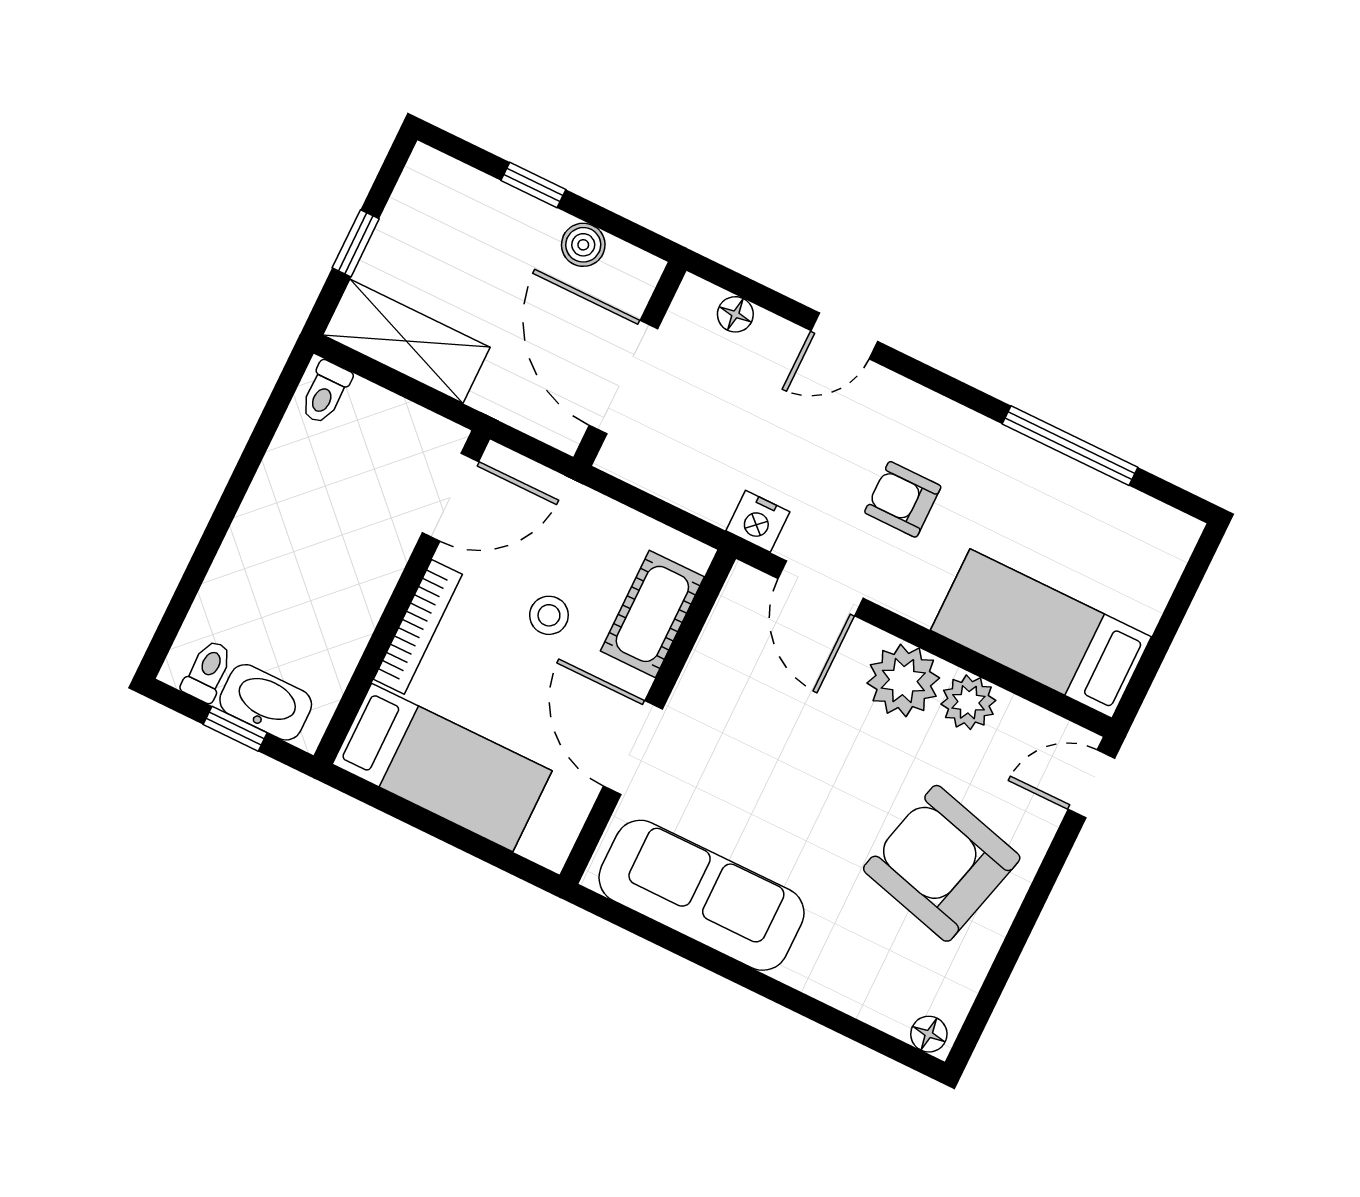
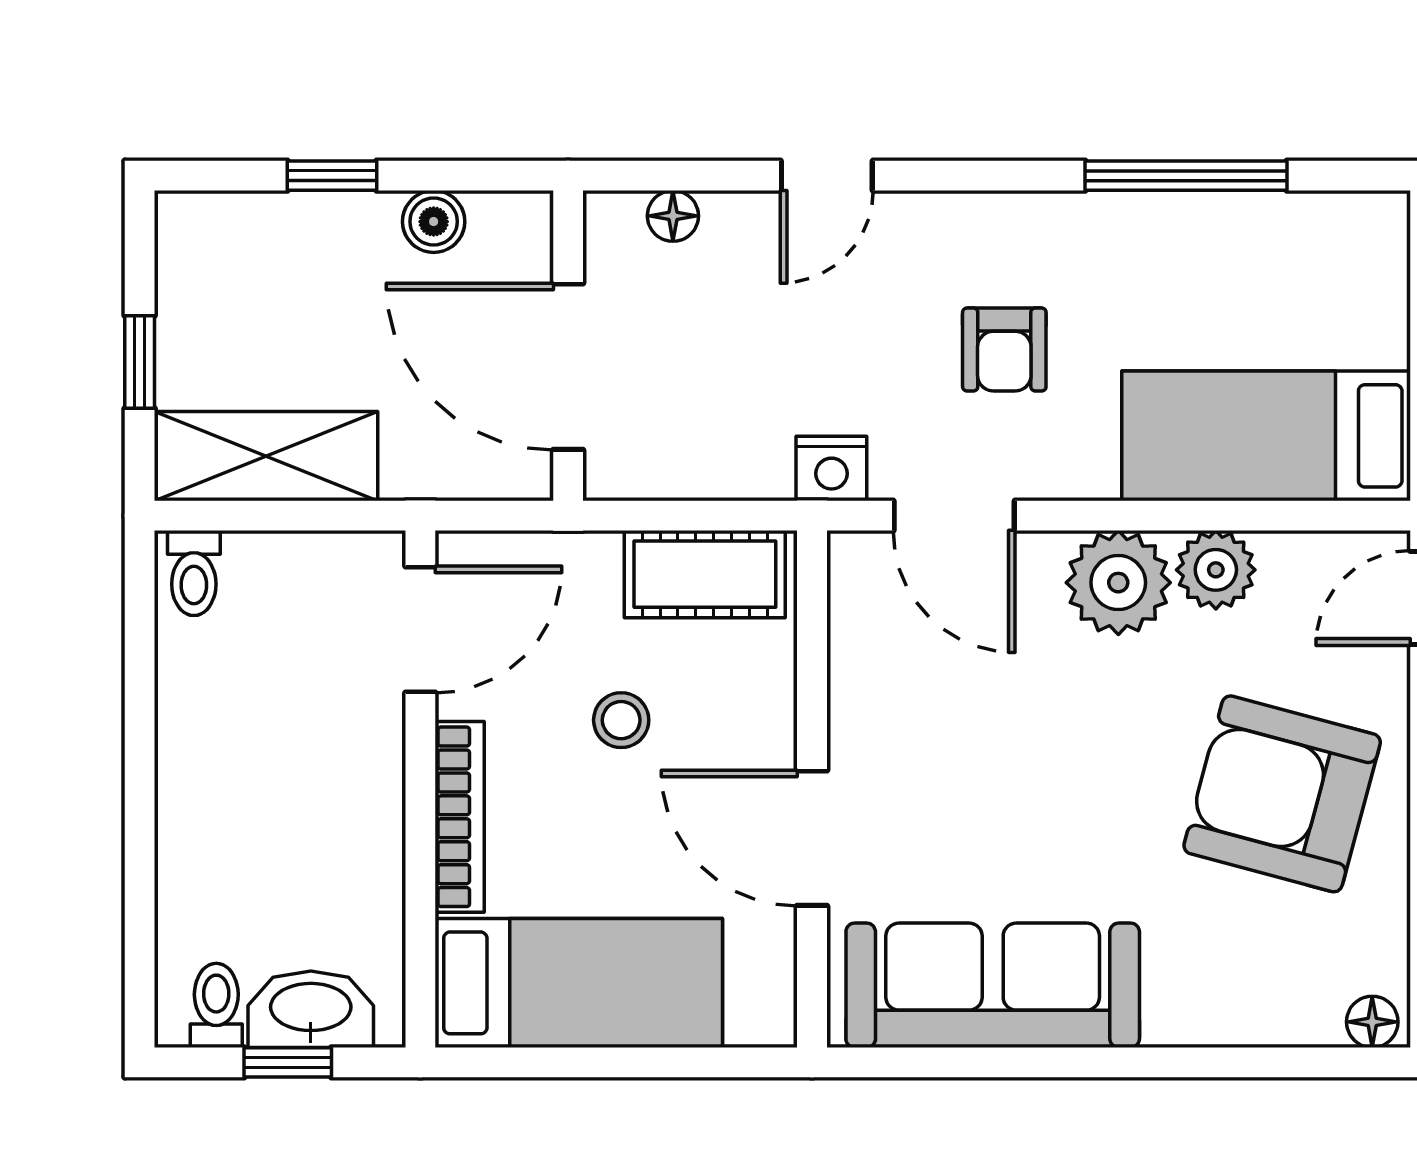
armchair: (903, 499) -> (1004, 349), turned -90
cot: (652, 614) -> (705, 574), moved, turned 90

